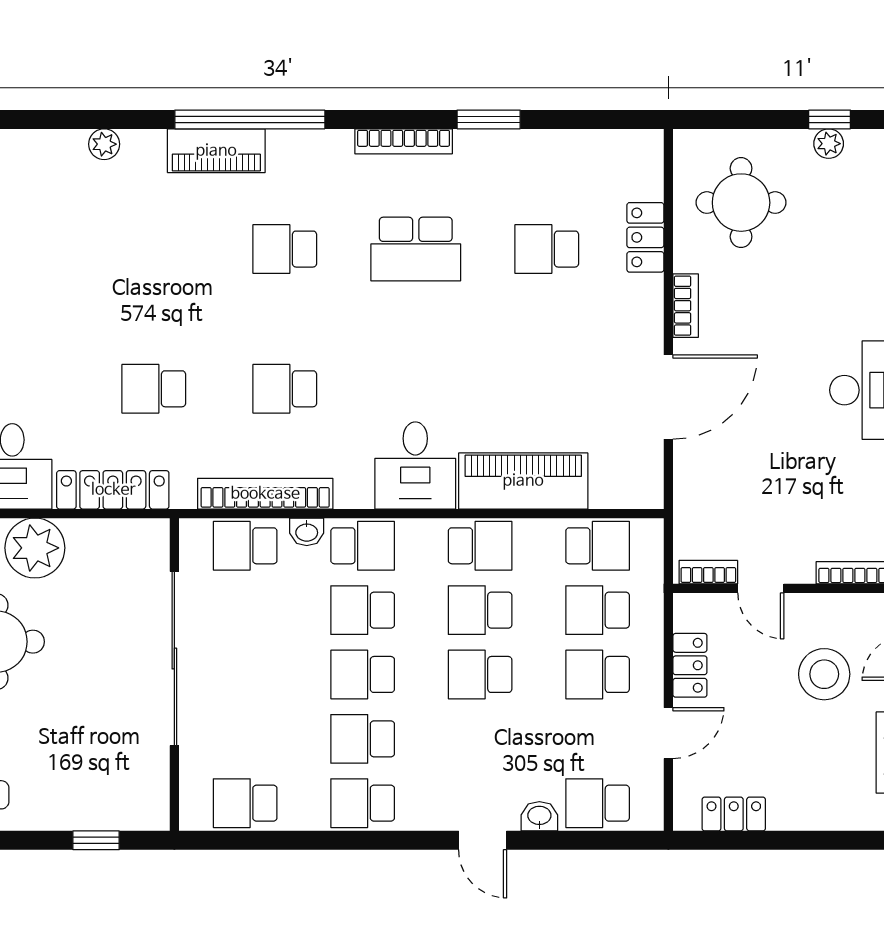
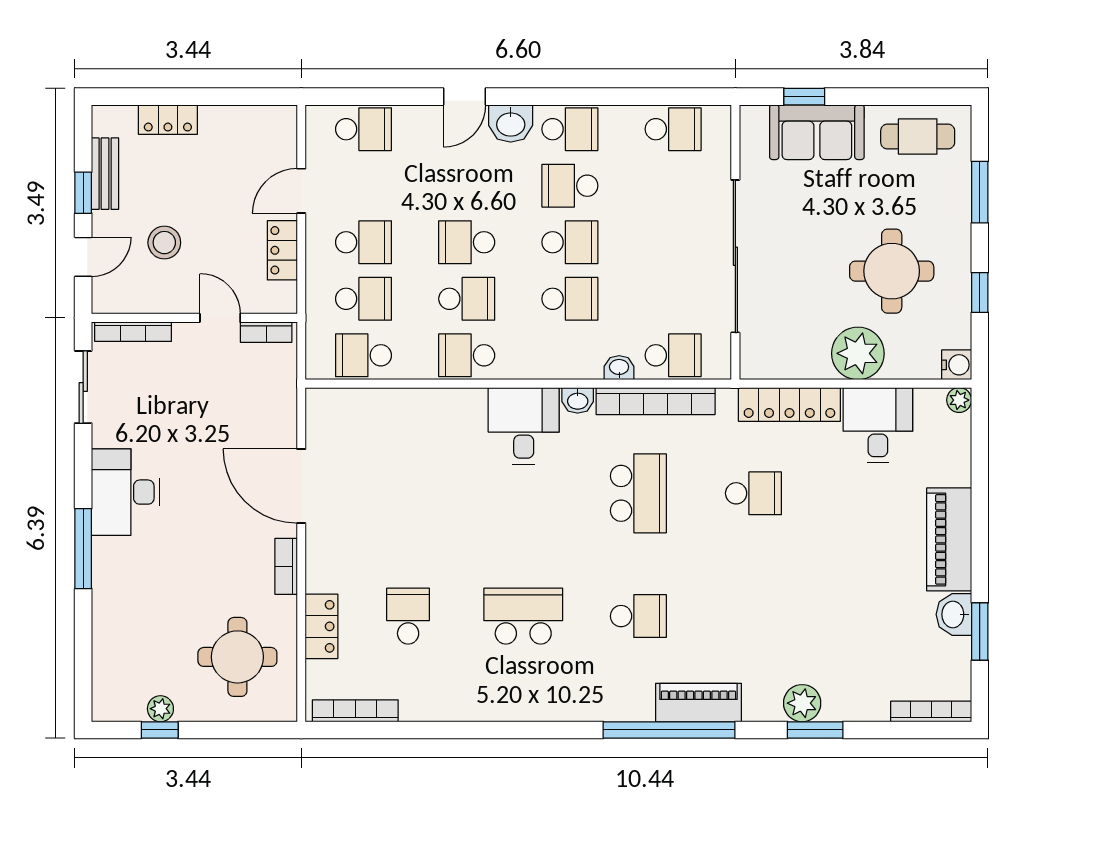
window: (489, 119) -> (815, 730), moved
bookcase: (404, 141) -> (355, 711), moved
plant: (104, 144) -> (802, 703), width x1.38, depth x1.38
school desk: (547, 249) -> (408, 616), turned -90
school desk: (285, 389) -> (638, 493), width x1.85
door: (668, 397) -> (301, 486), hinge flipped
piano: (523, 481) -> (429, 412), removed
washbasin: (354, 494) -> (578, 400), added
school desk: (363, 546) -> (570, 355), removed
school desk: (480, 674) -> (467, 242), turned 180
stool: (824, 674) -> (164, 243), width x0.73, depth x0.73
school desk: (363, 739) -> (570, 186), turned 180
sofa: (82, 800) -> (817, 132), added
locker: (734, 814) -> (168, 120), moved
washbasin: (539, 816) -> (511, 123), moved, width x1.38, depth x1.45
door: (483, 840) -> (464, 97), swing flipped

